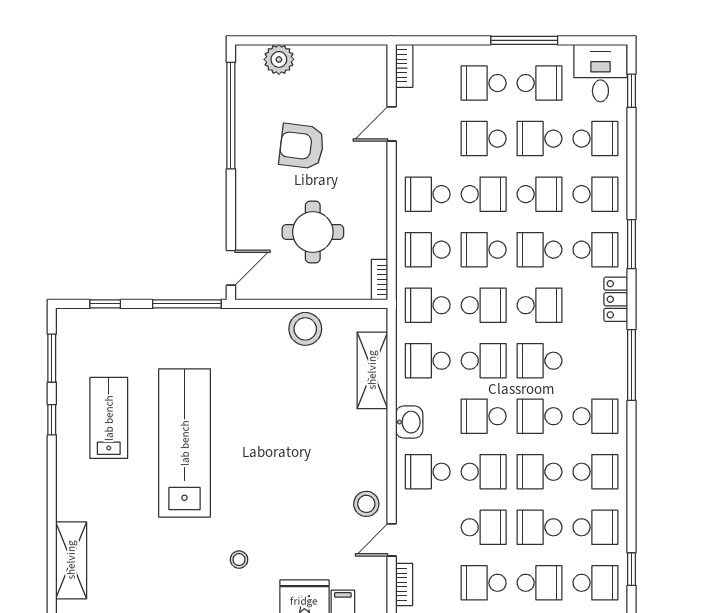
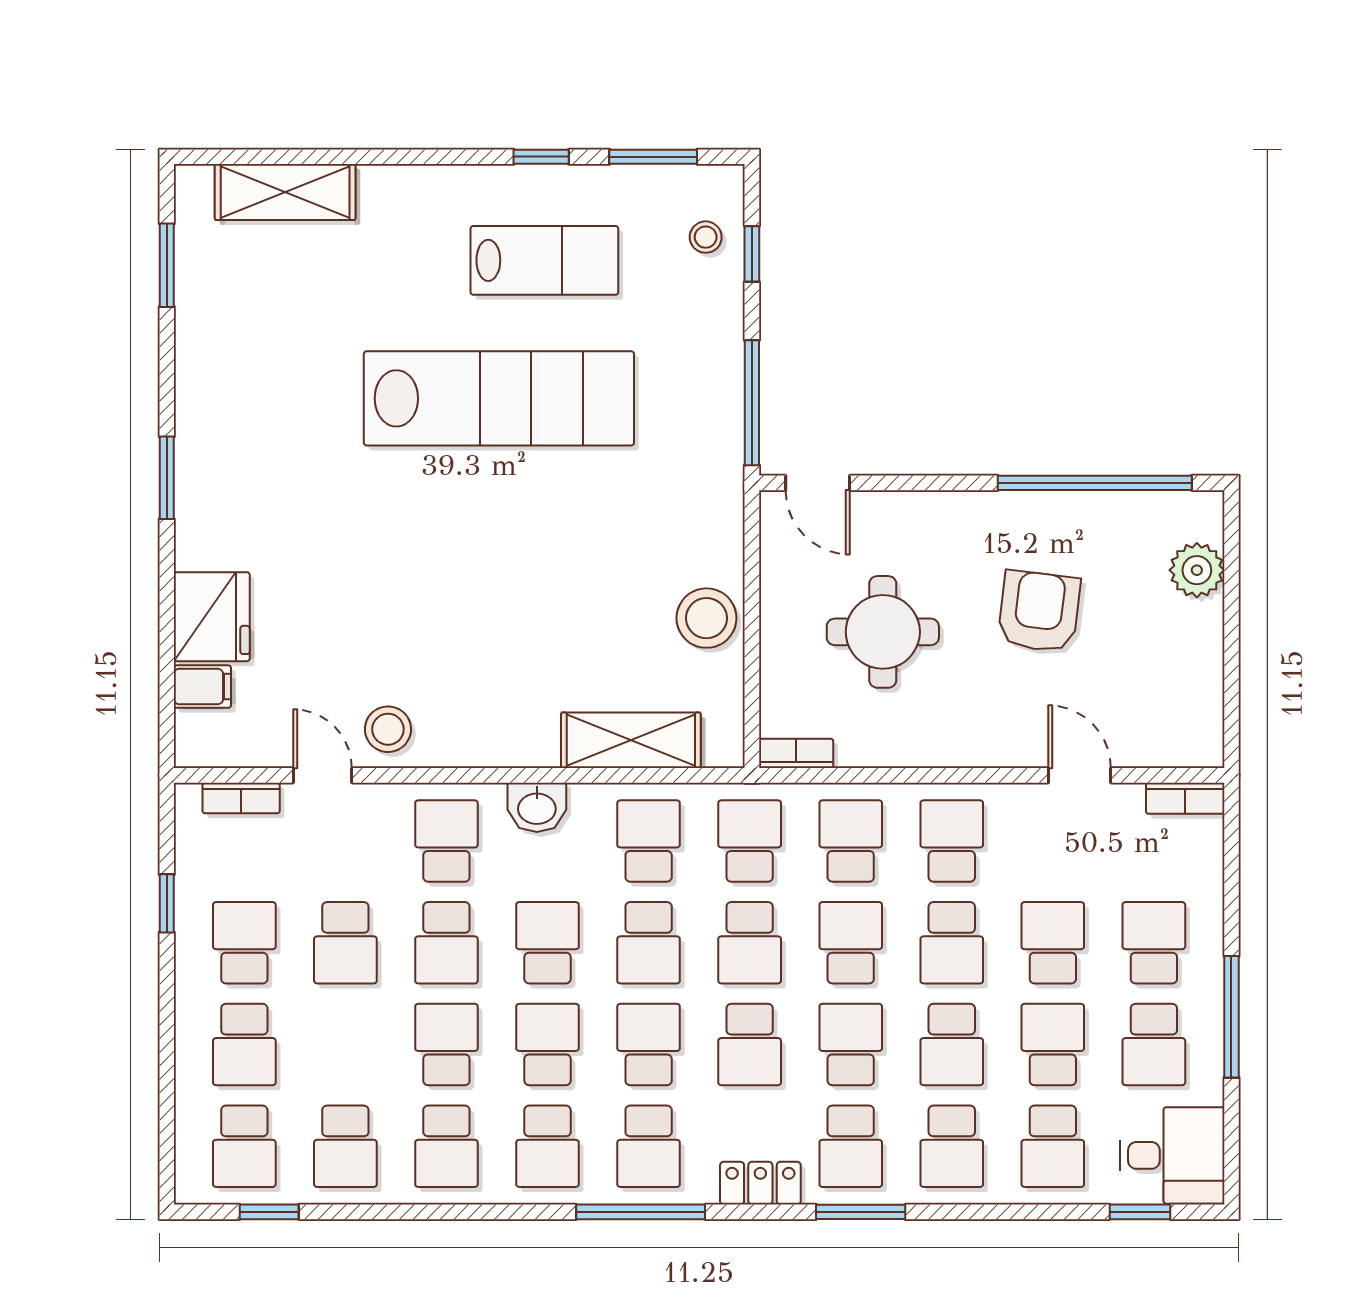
school desk: (540, 527) -> (649, 1146), moved, turned 180
stool: (239, 560) -> (706, 237), moved

